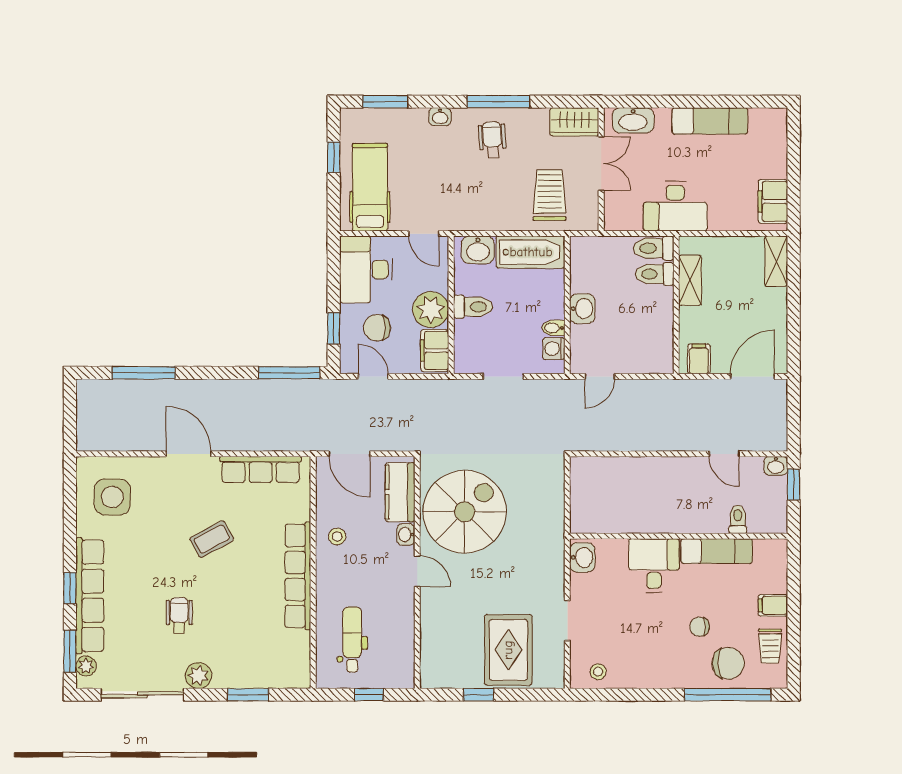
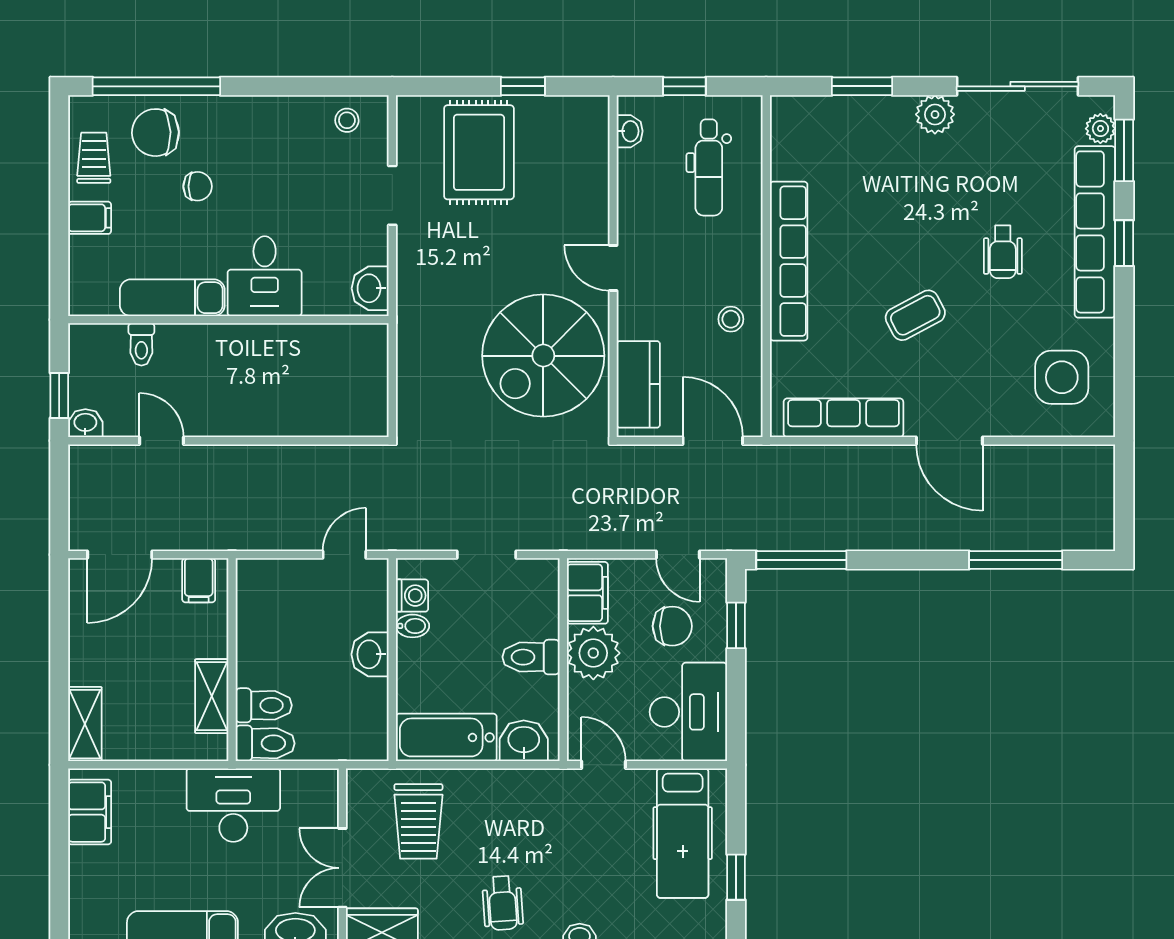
washbasin: (406, 534) -> (630, 131), moved
wheelchair: (179, 615) -> (1003, 252), moved

